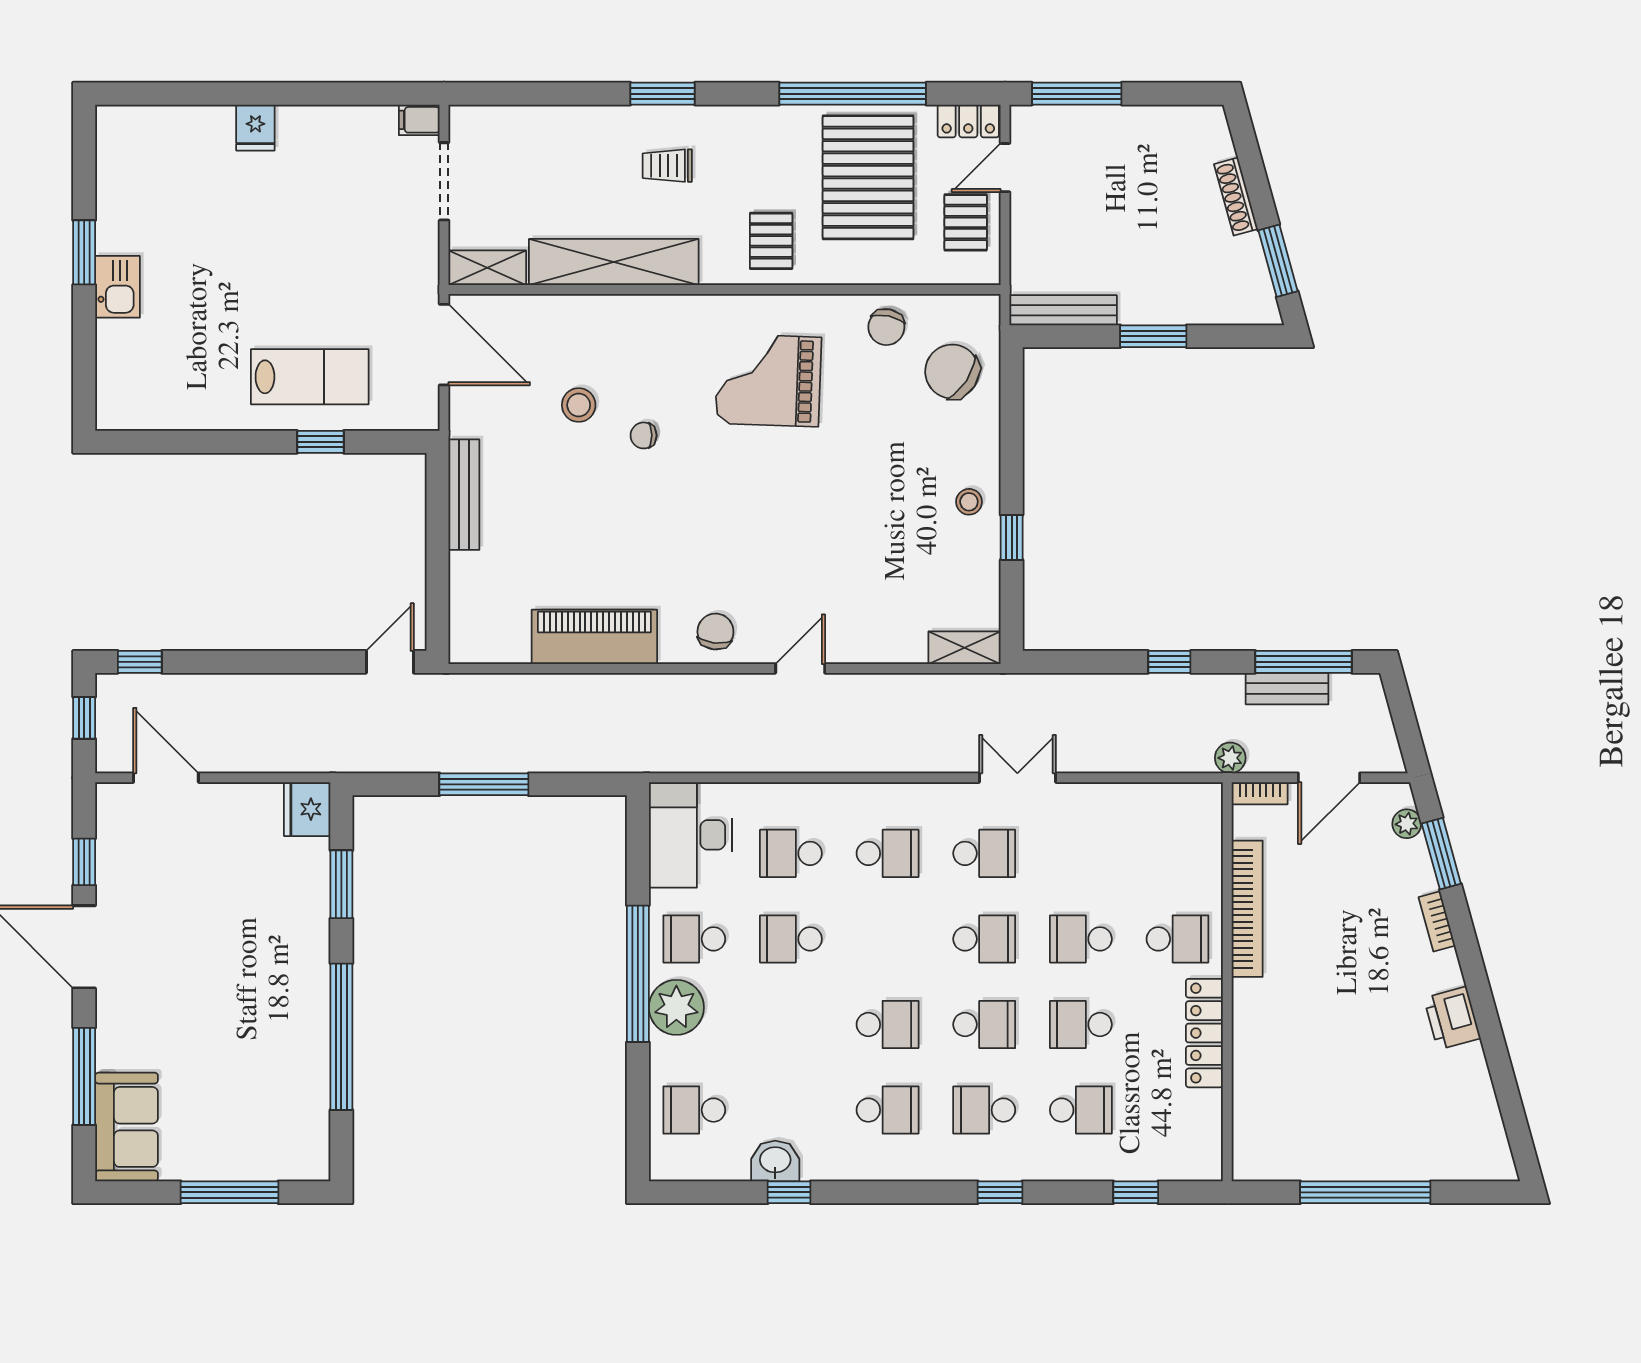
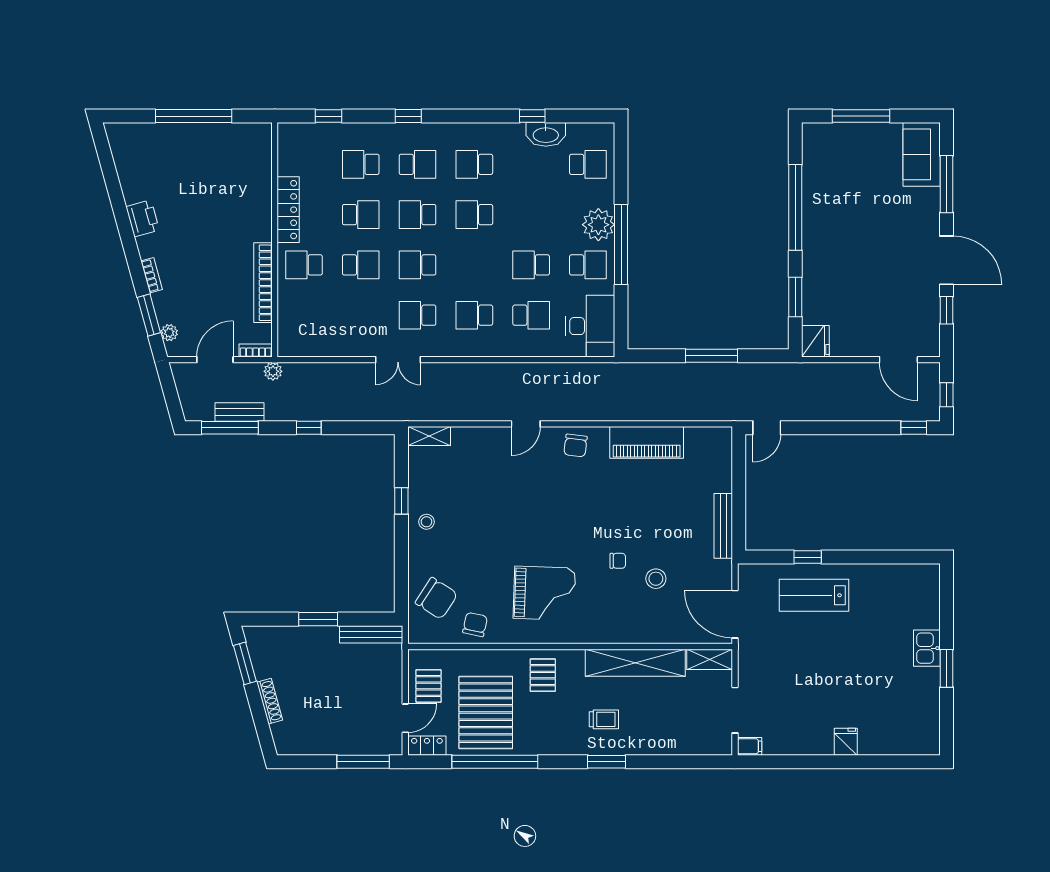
school desk: (791, 939) -> (531, 265), turned 180
washbasin: (775, 1161) -> (546, 134), width x1.38

